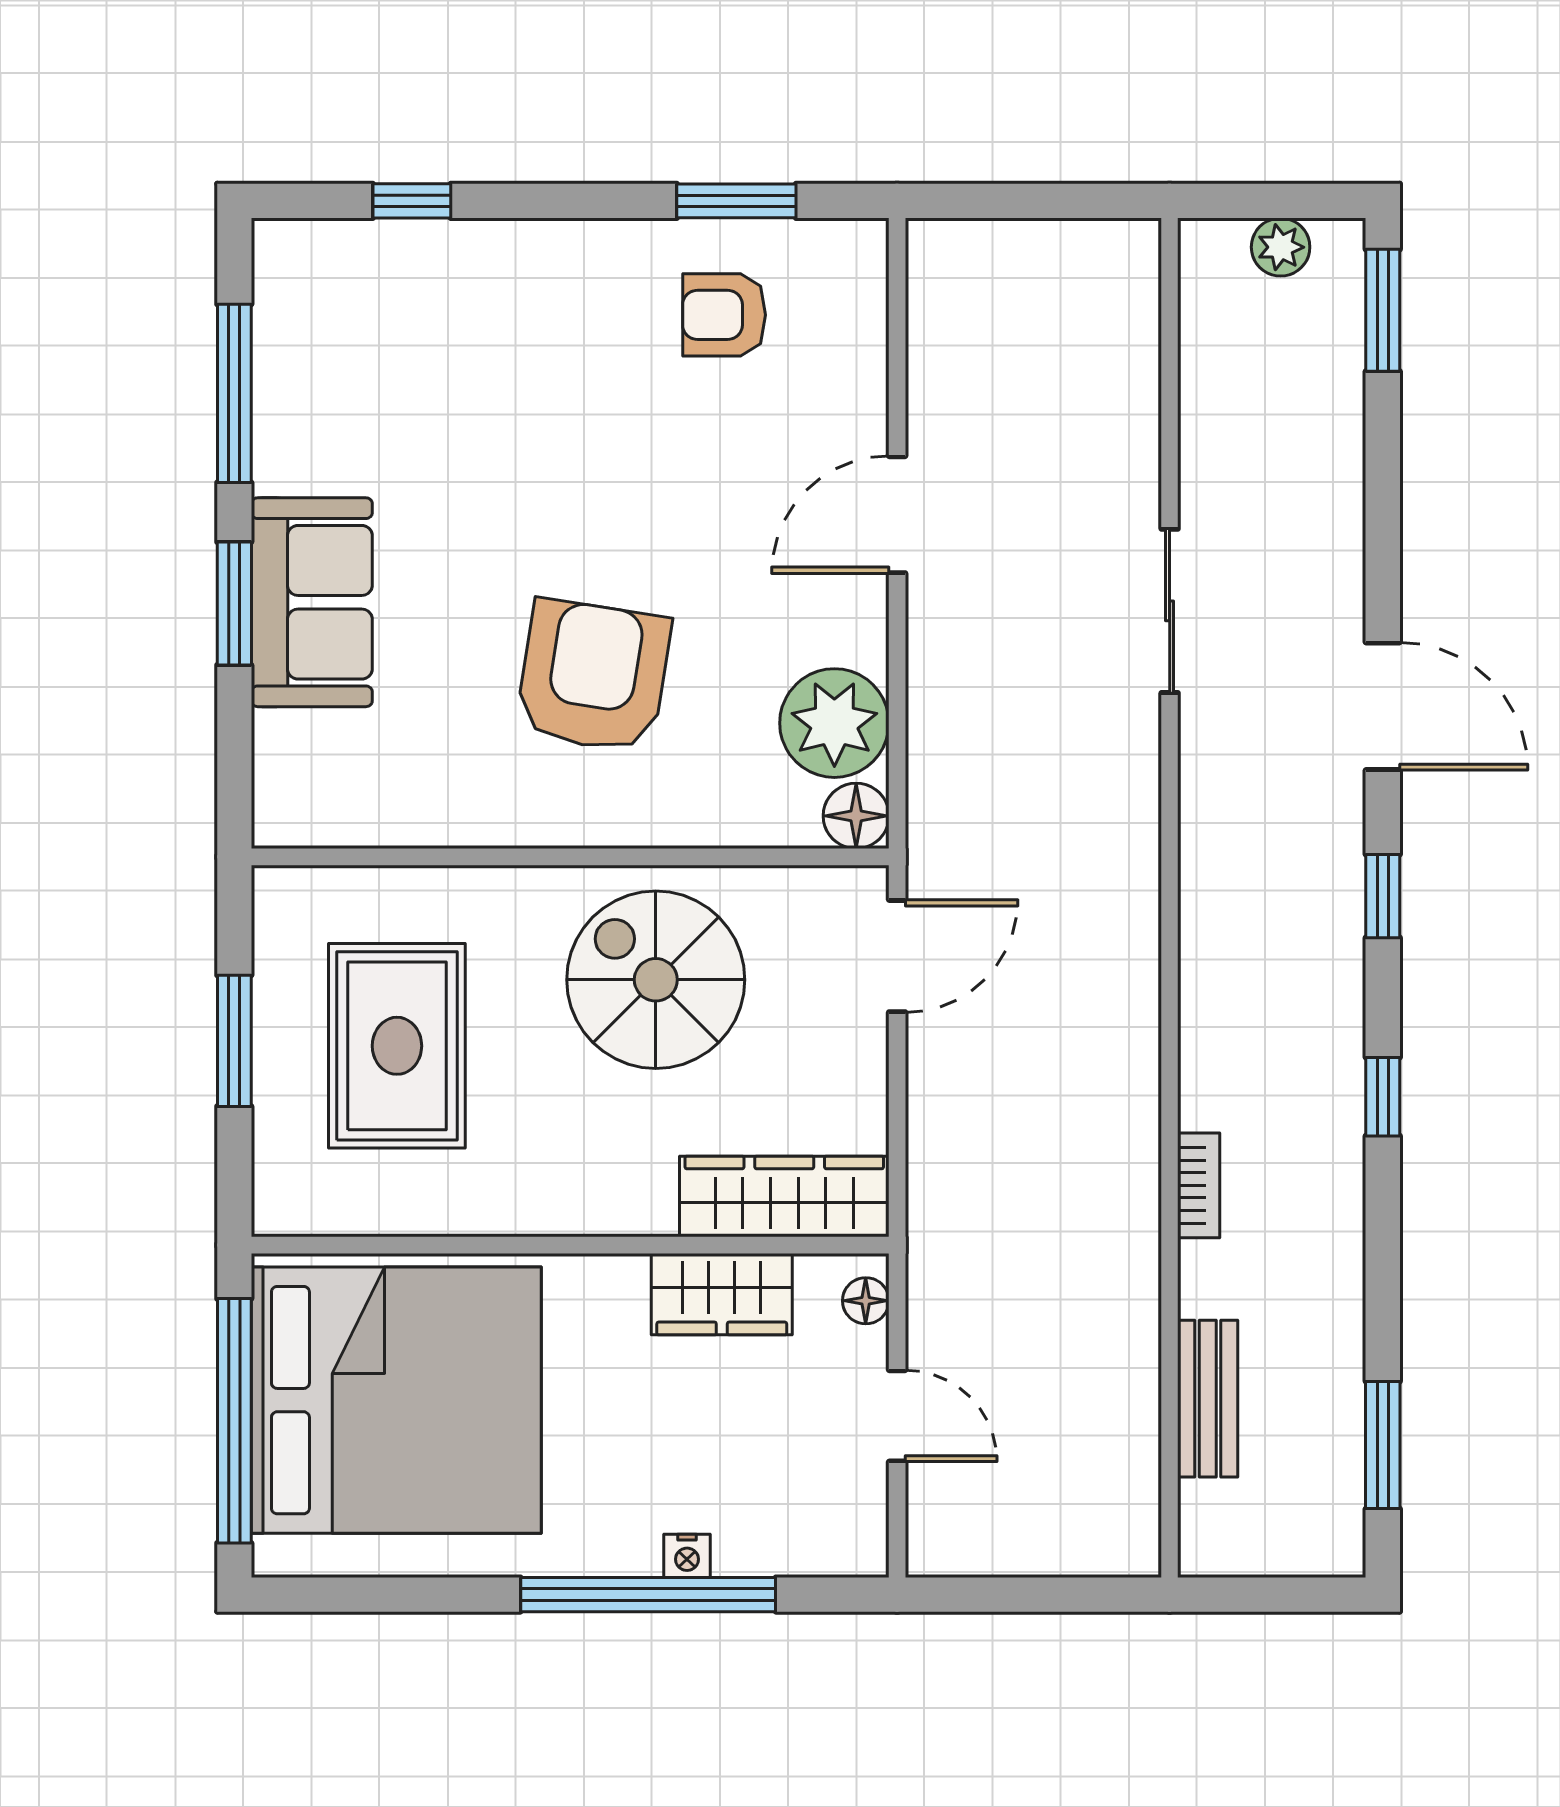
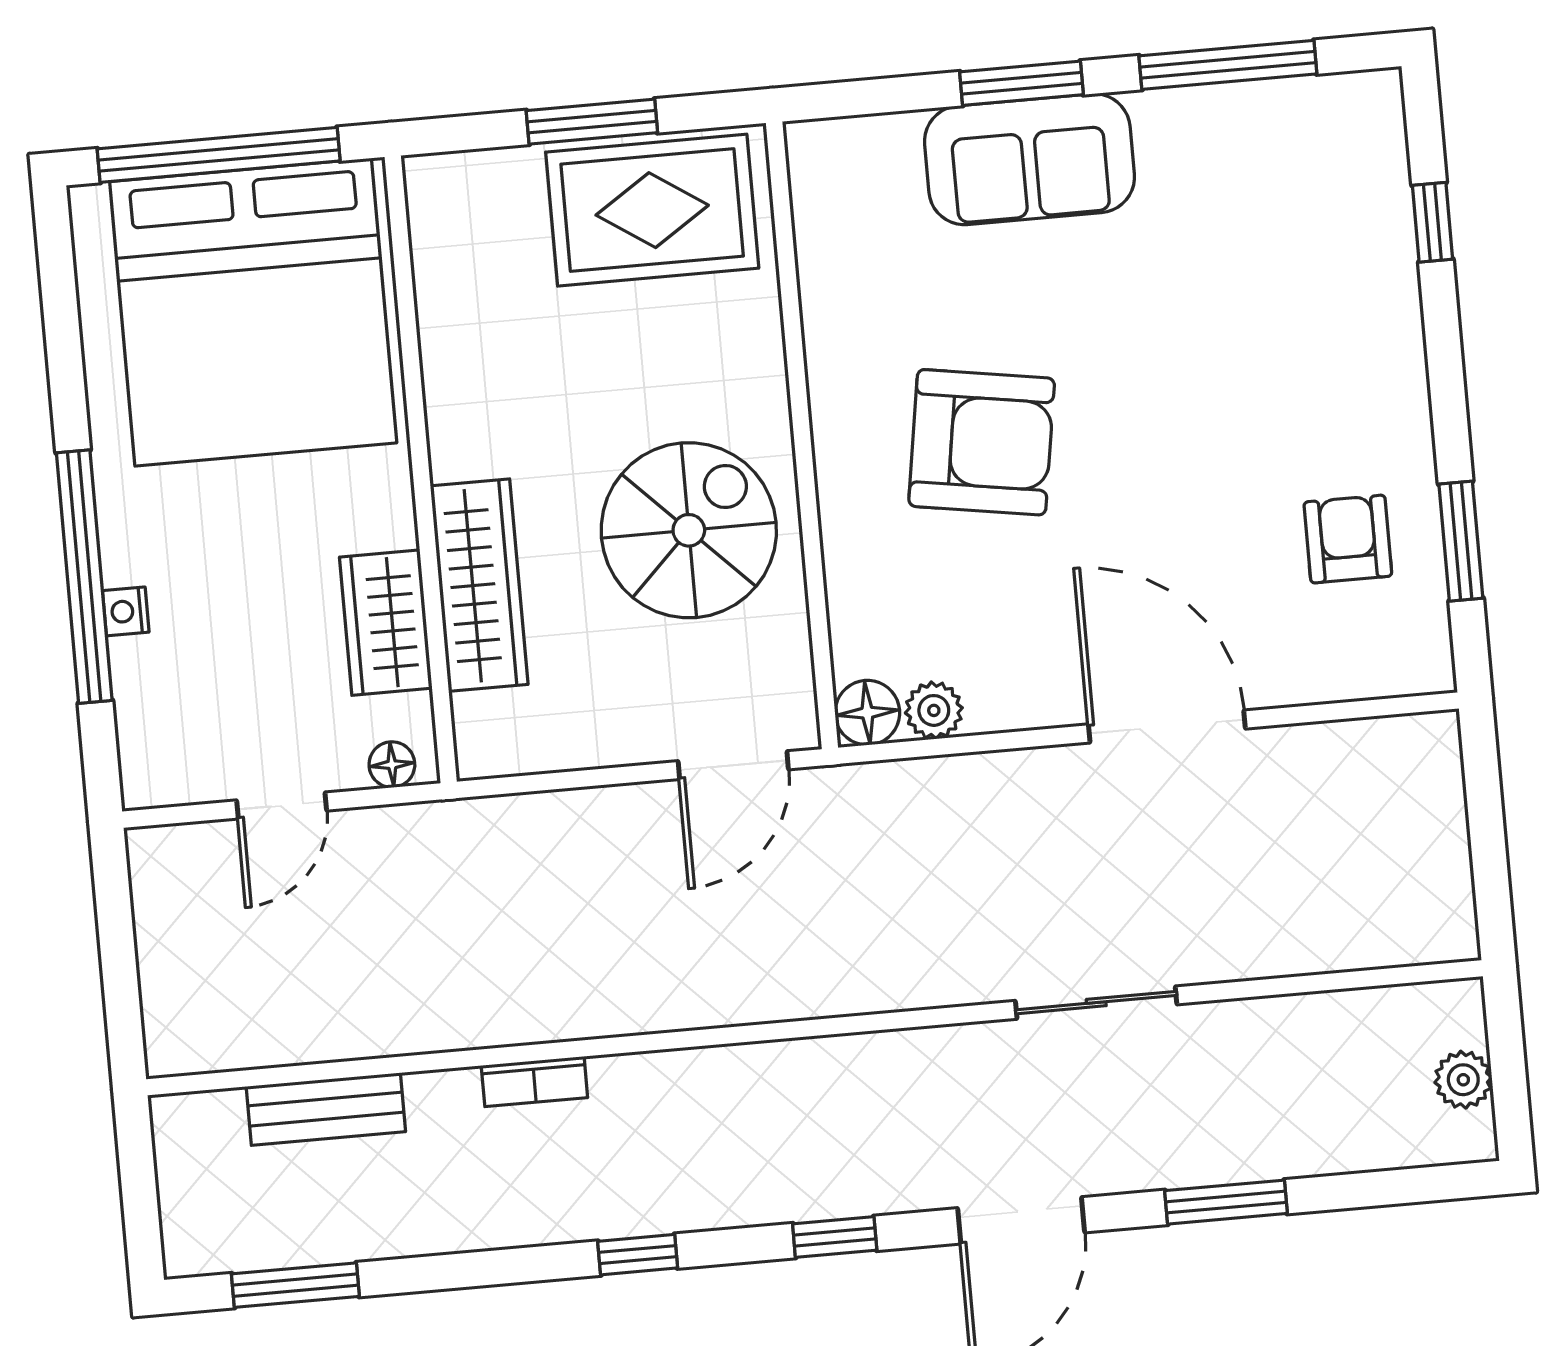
window: (1383, 310) -> (1226, 1202), moved
door: (897, 515) -> (1167, 727), width x1.36
plant: (834, 723) -> (934, 710), width x0.53, depth x0.53
door: (897, 956) -> (733, 765), hinge flipped
rug: (397, 1046) -> (652, 210), moved
wardrobe: (784, 1196) -> (479, 585), moved

